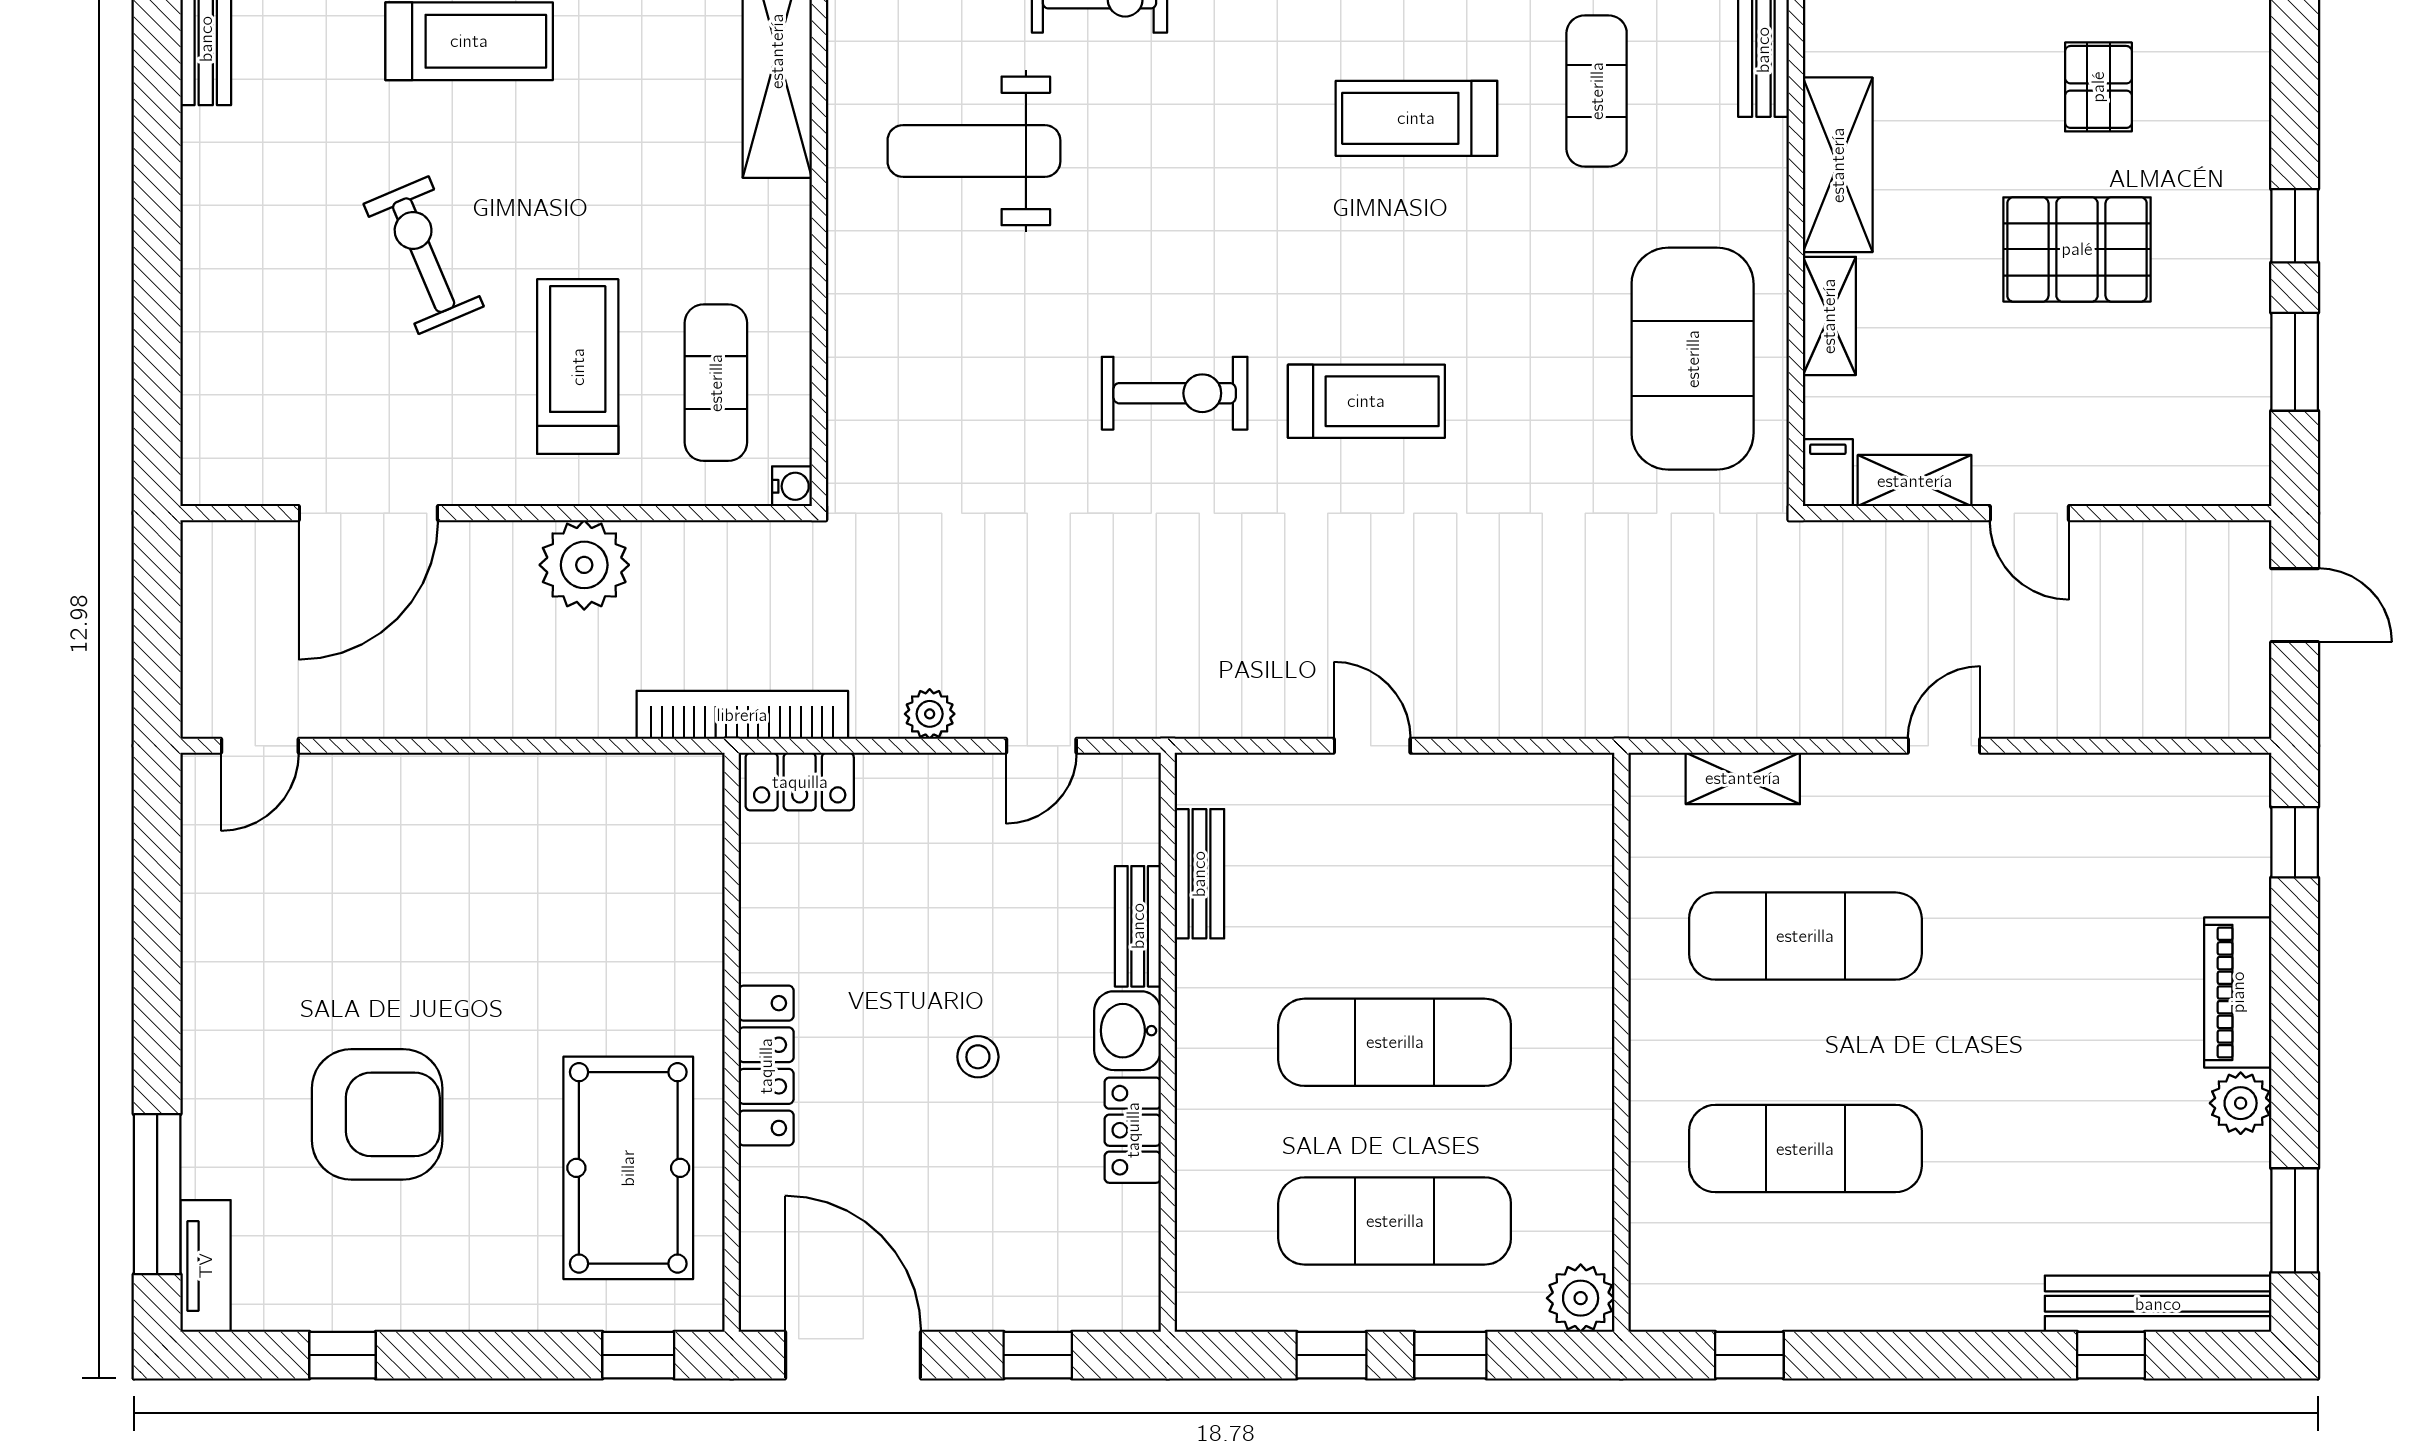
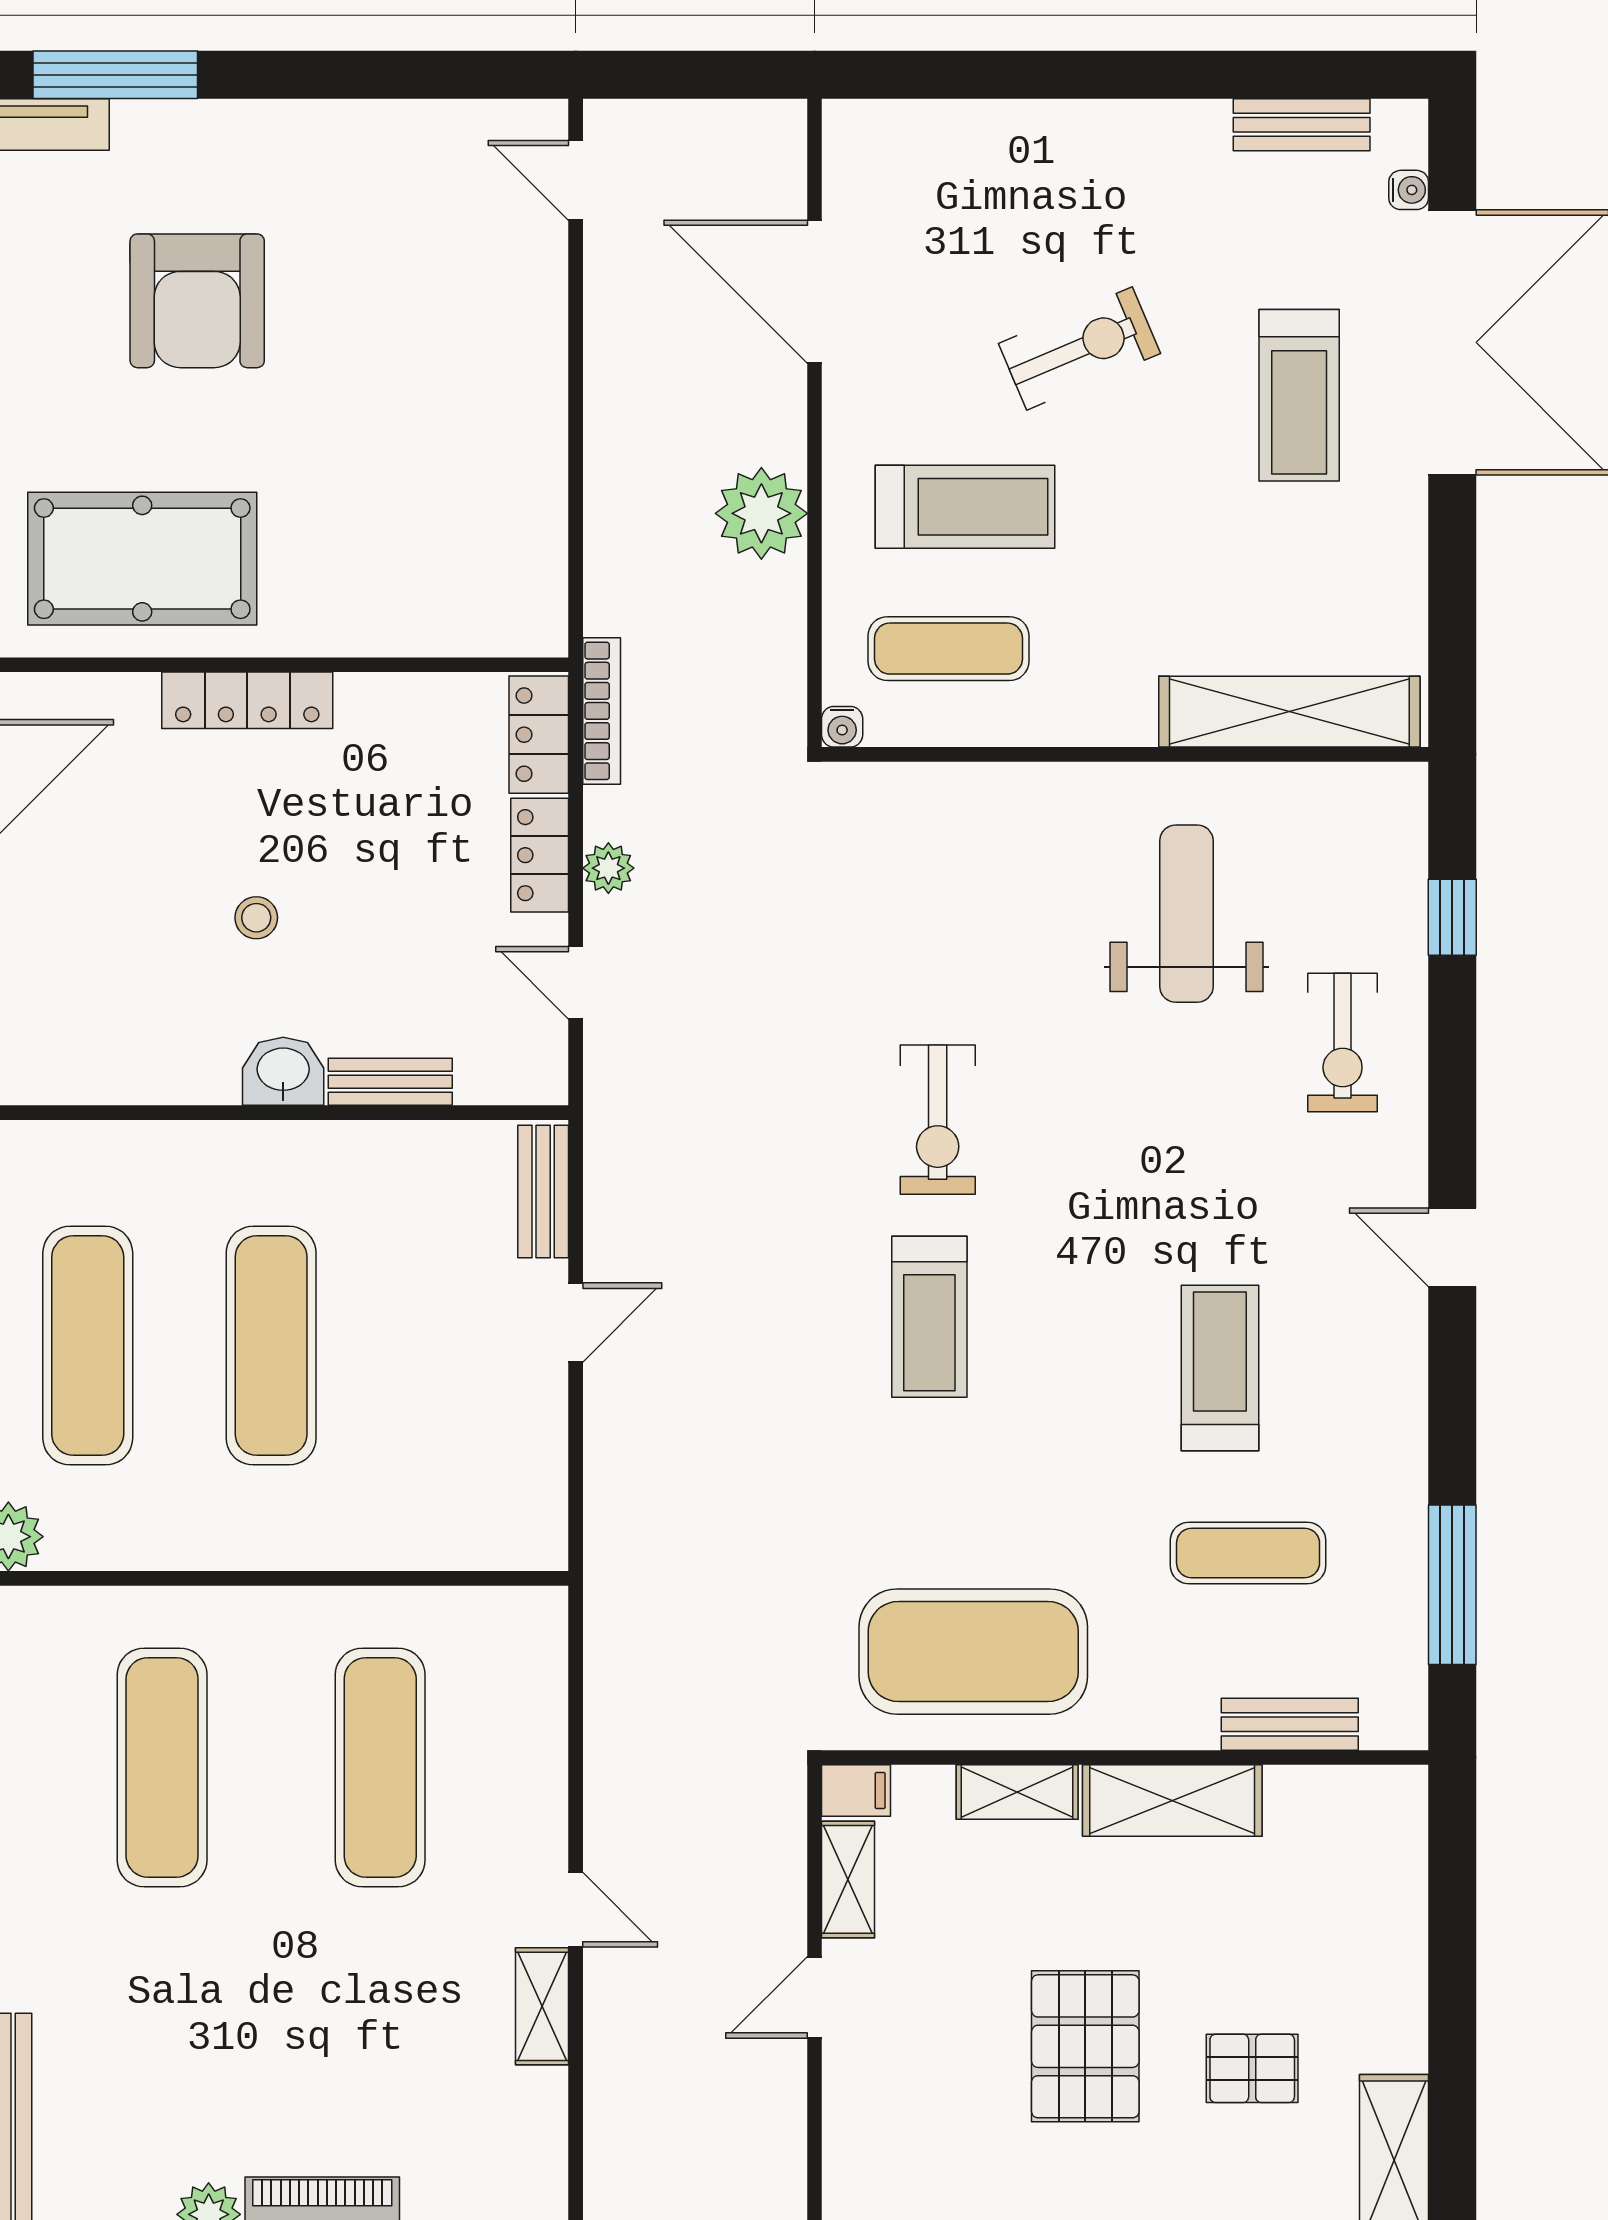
bookcase: (742, 715) -> (602, 711), width x0.68, depth x0.76
shelving: (1743, 778) -> (542, 2006), moved
bench: (1199, 874) -> (543, 1191), moved, turned 90
locker: (1133, 1130) -> (540, 855), moved, turned -90

